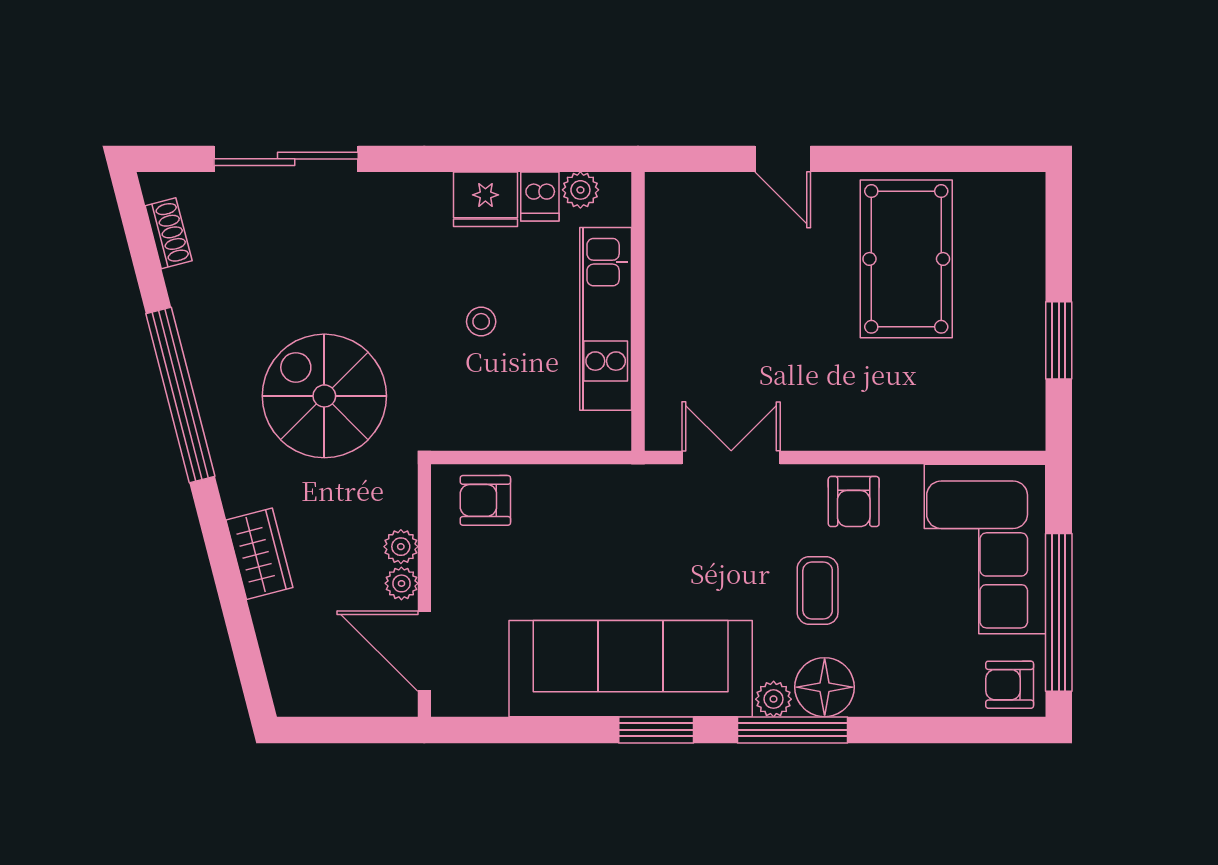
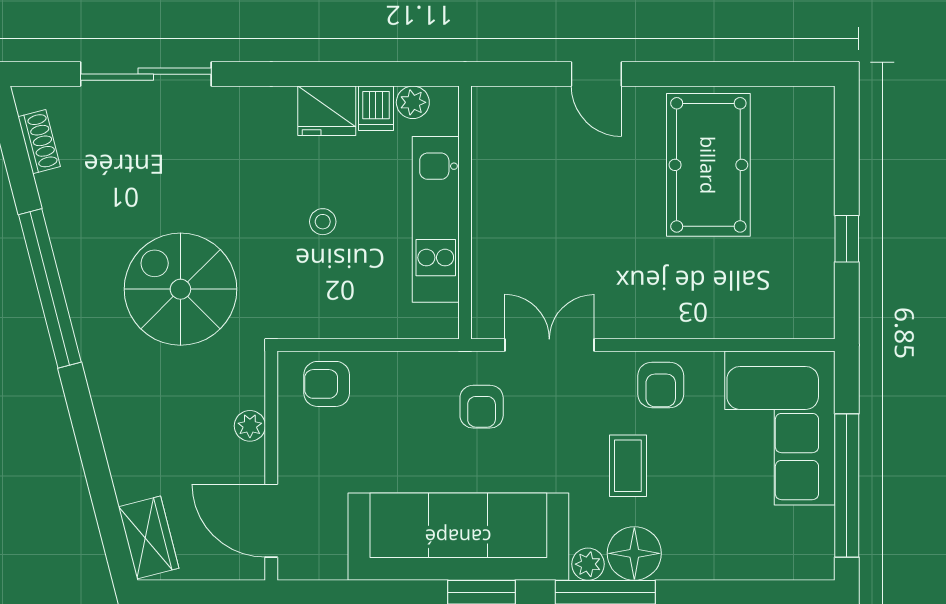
window: (1059, 340) -> (847, 239), width x0.67
wardrobe: (259, 554) -> (149, 537), moved
plant: (401, 583) -> (250, 459), removed
armchair: (1010, 685) -> (482, 407), moved, turned -90

